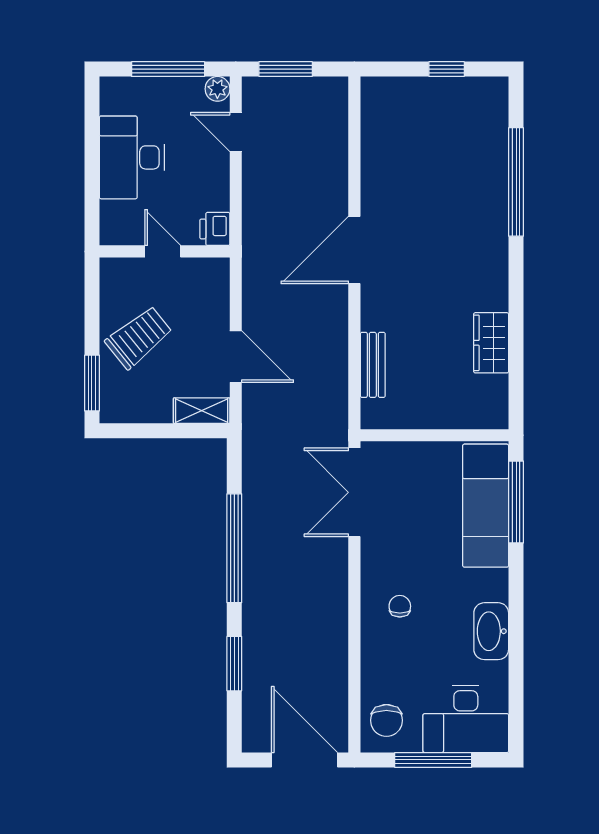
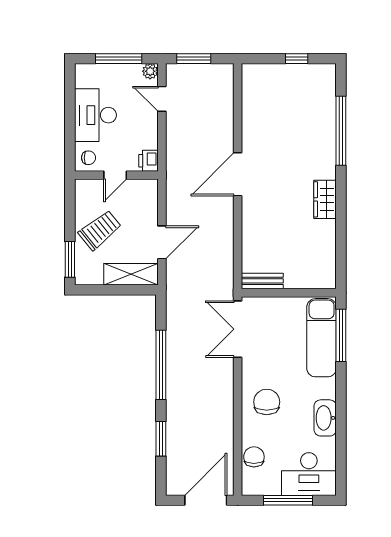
chair: (121, 224) -> (89, 158), added
door: (163, 251) -> (115, 175), swing flipped
wardrobe: (491, 343) -> (325, 199), moved
door: (236, 357) -> (162, 242), hinge flipped
bench: (373, 365) -> (262, 281), moved, turned 90
shelving: (202, 411) -> (131, 274), width x1.50, depth x1.33
chair: (400, 606) -> (267, 402), width x1.87, depth x1.87
chair: (386, 720) -> (254, 457), moved, turned 180
door: (304, 760) -> (206, 500), hinge flipped

